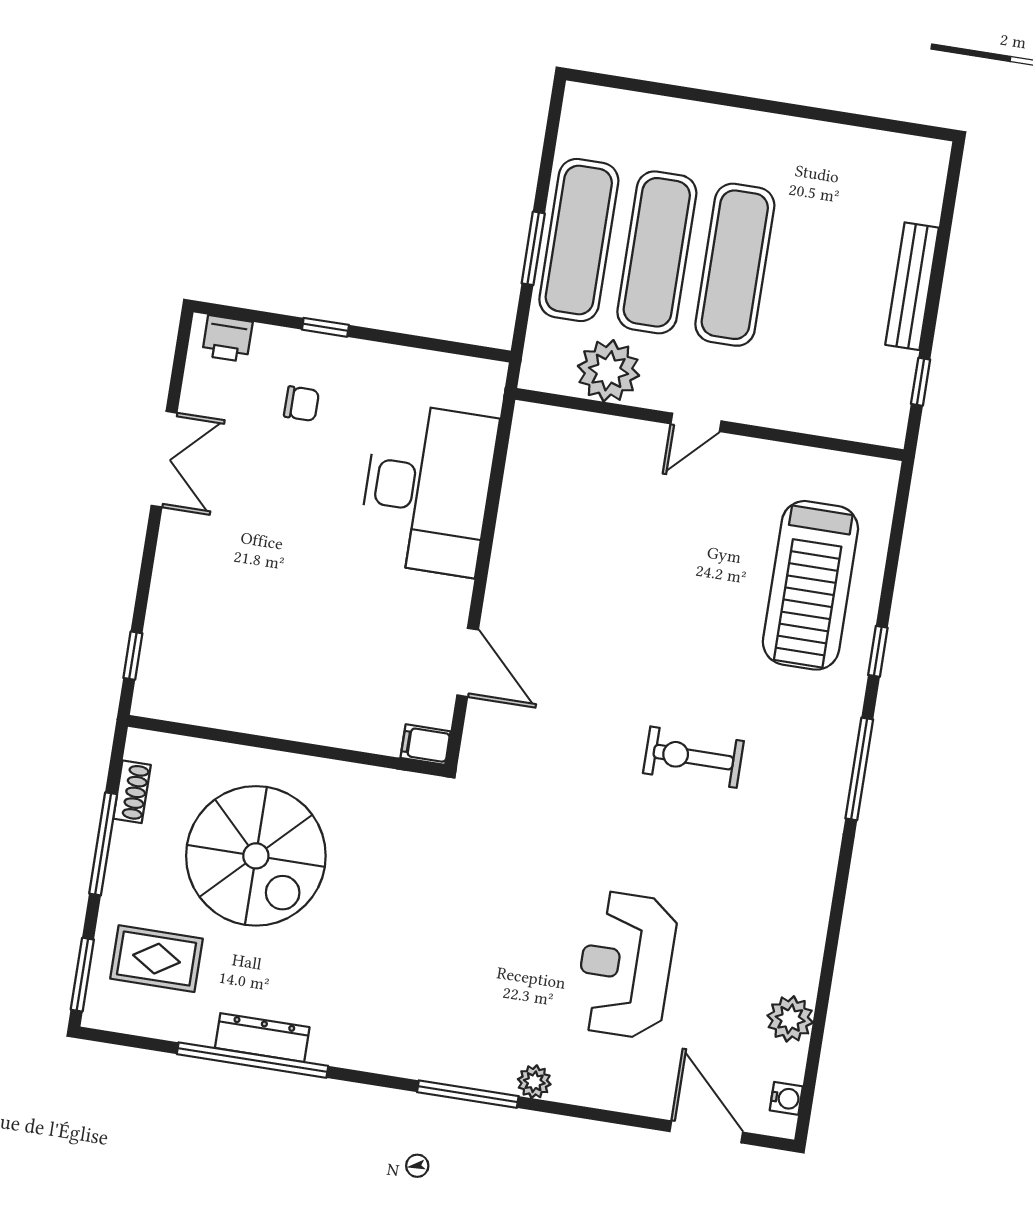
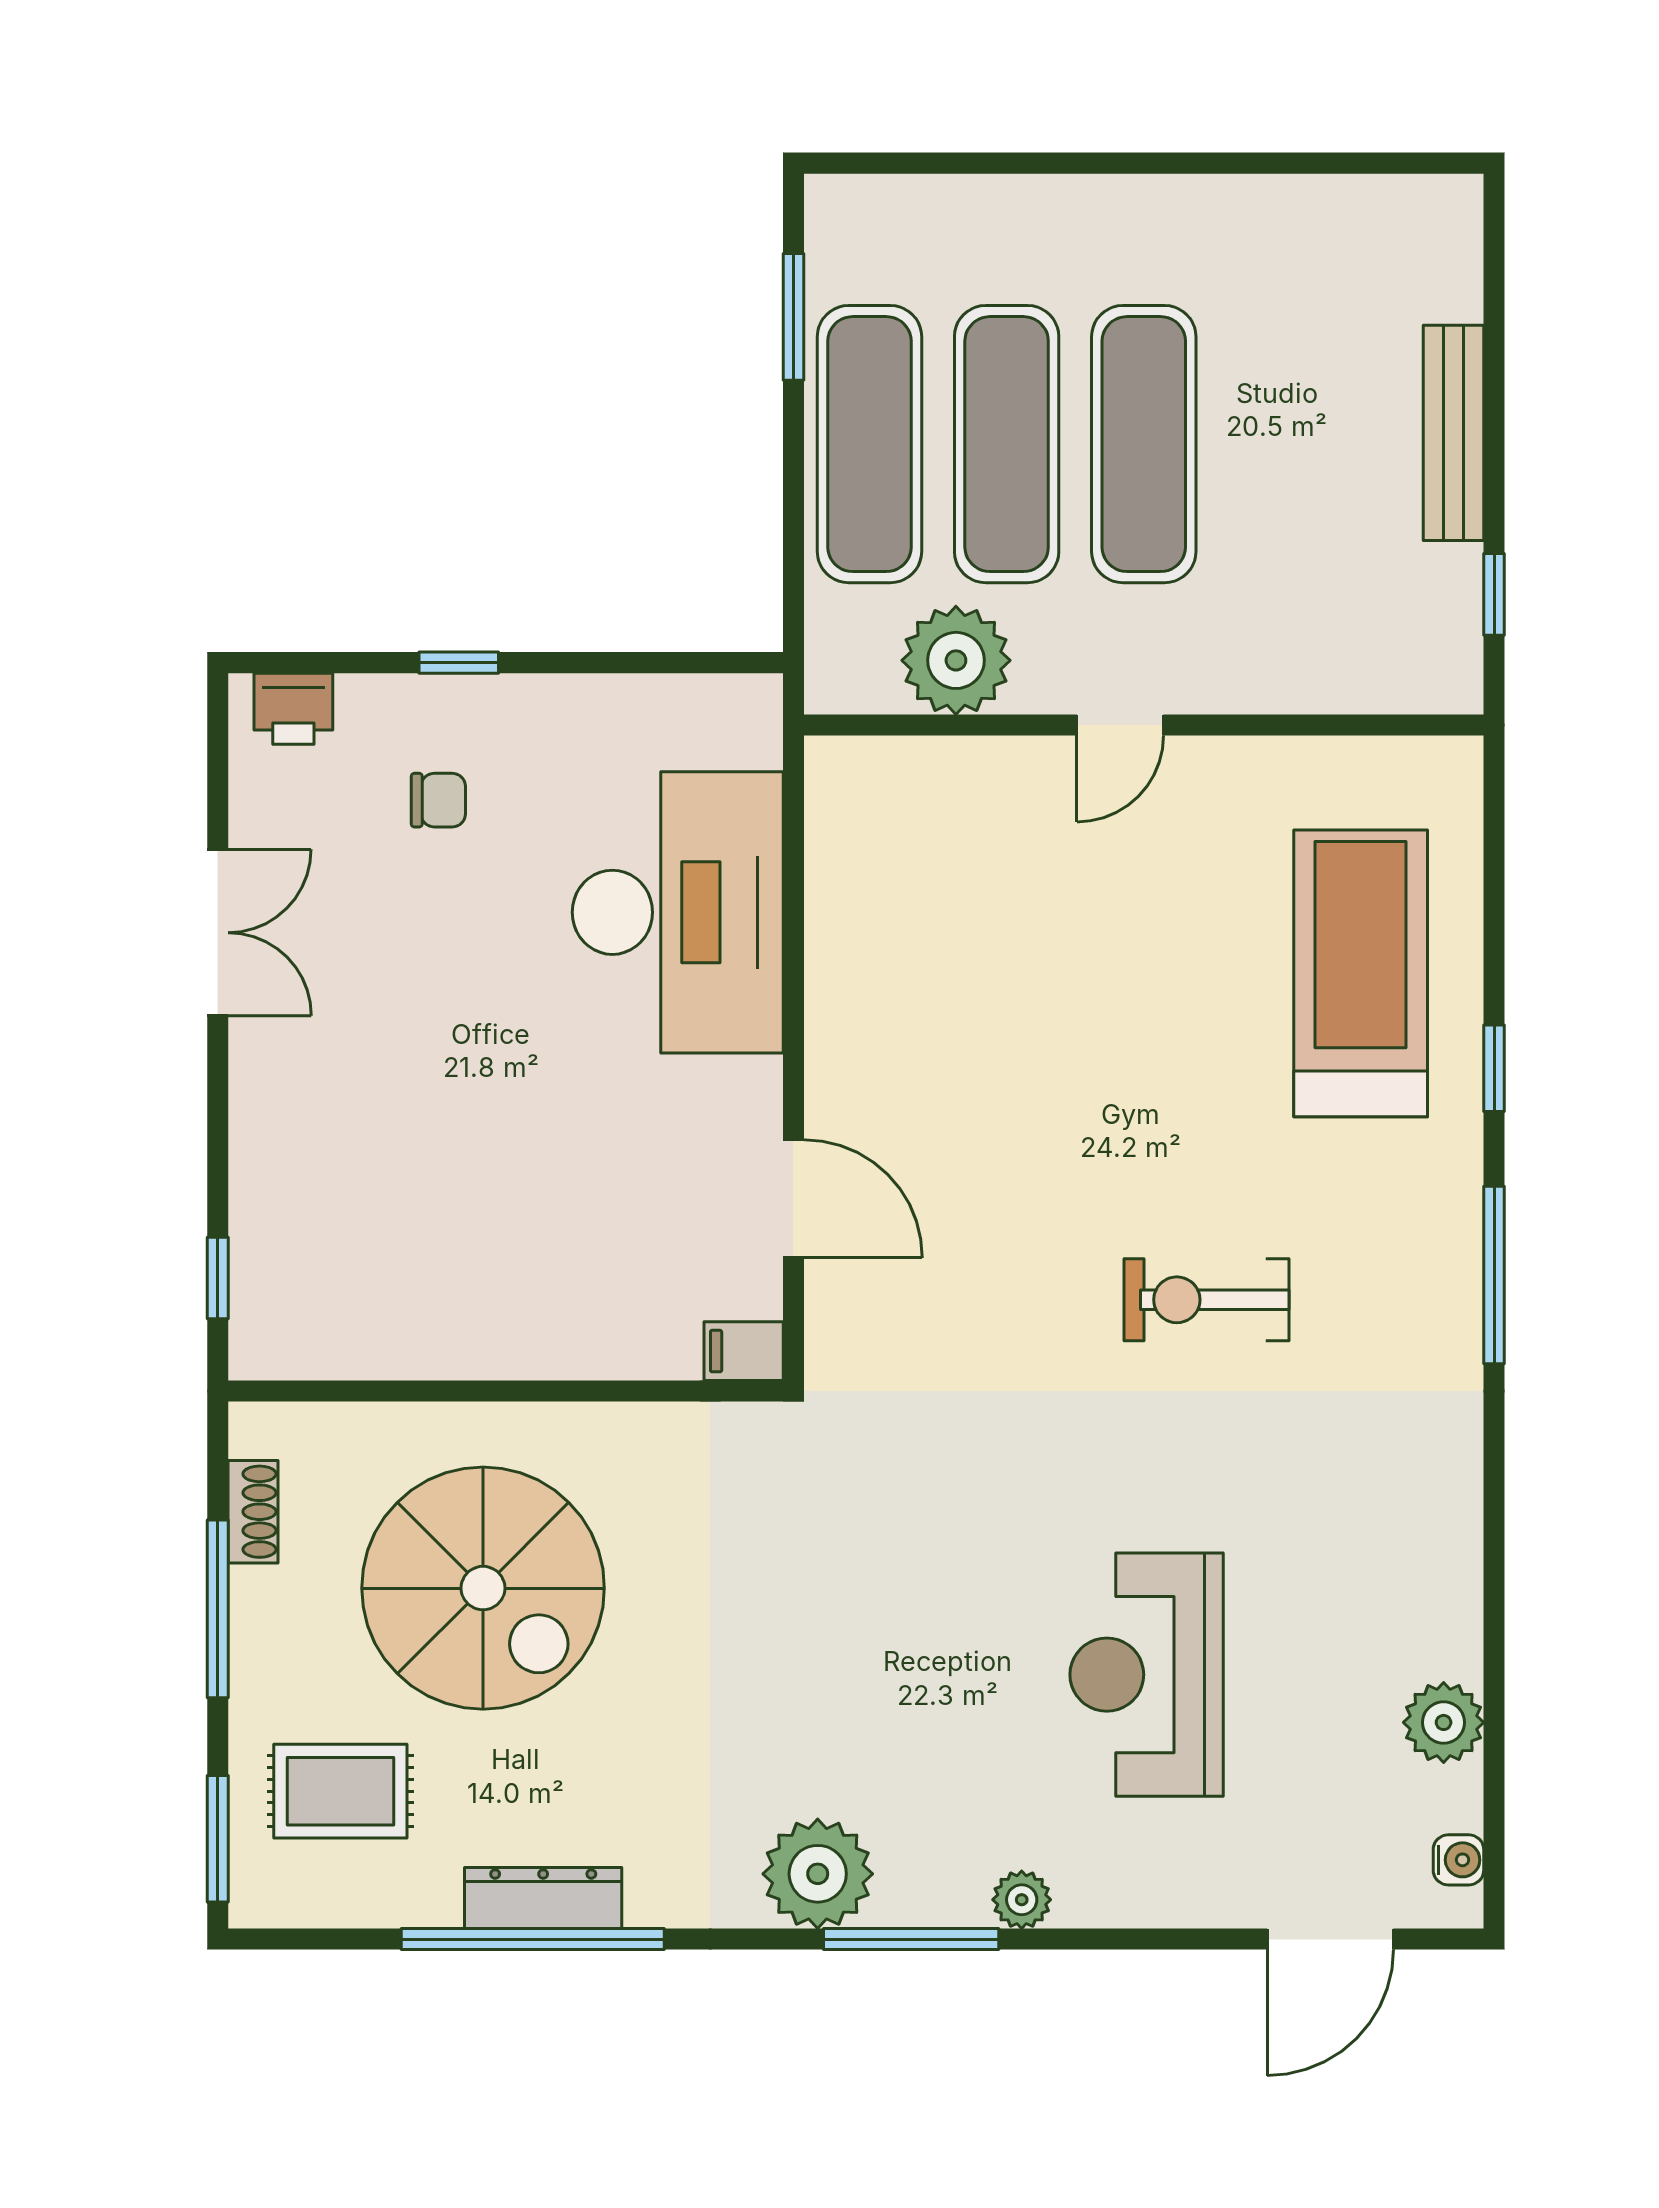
window: (533, 248) -> (793, 317), moved
treadmill: (810, 585) -> (1361, 973), turned 180
plant: (421, 1049) -> (818, 1874), added
door: (706, 1132) -> (1330, 1939), swing flipped

